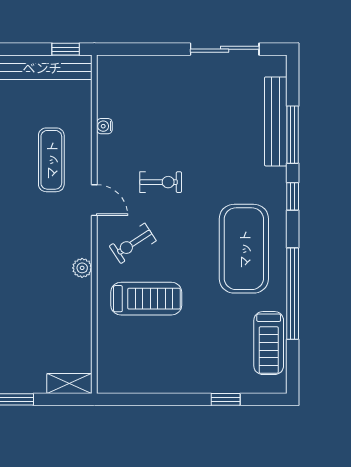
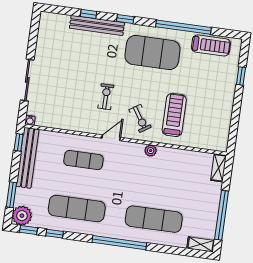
sliding door: (225, 49) -> (27, 80), moved
bench: (276, 121) -> (97, 25), moved
water cooler: (104, 126) -> (30, 120), moved
window: (293, 135) -> (88, 14), width x0.46

